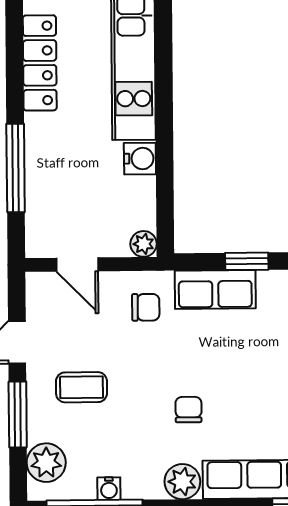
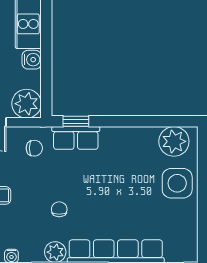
plant: (144, 244) -> (27, 104), width x1.87, depth x1.87
window: (247, 261) -> (76, 121), moved

